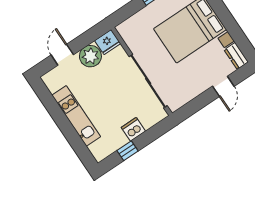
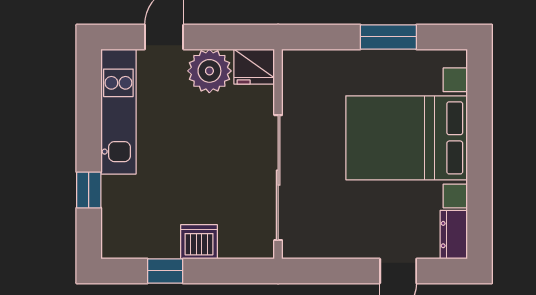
kitchen unit: (76, 116) -> (118, 112), moved
window: (74, 138) -> (89, 190), added

